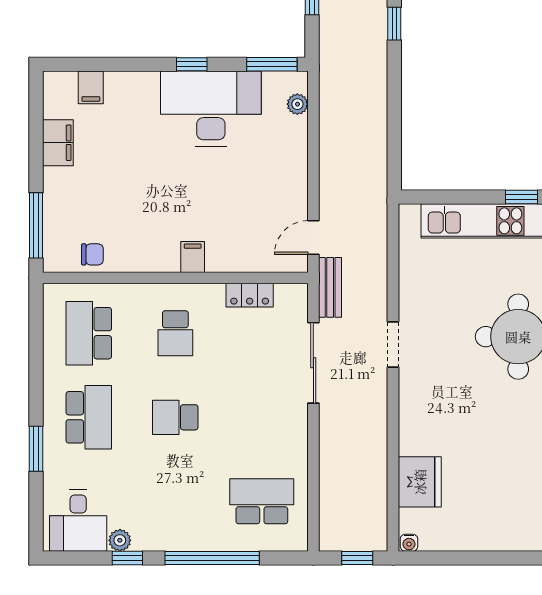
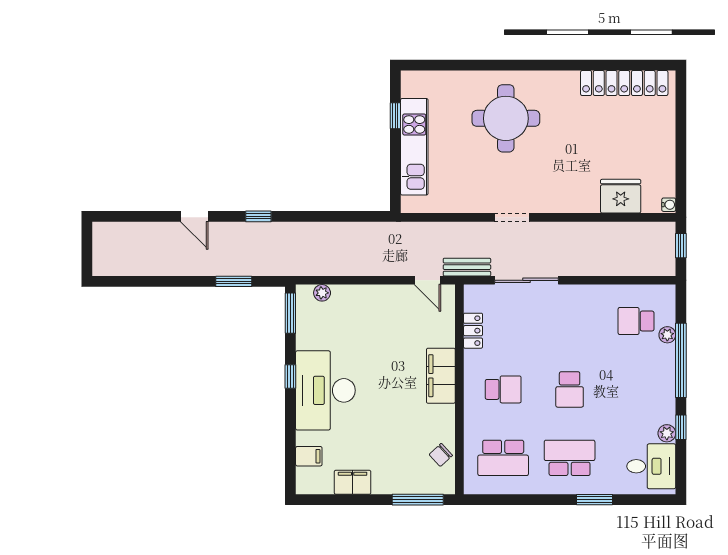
desk: (211, 108) -> (325, 390), moved
chair: (92, 254) -> (441, 455), turned -133
filing cabinet: (193, 257) -> (441, 376), width x3.00, depth x1.17
school desk: (262, 501) -> (636, 321), width x0.54
plant: (244, 541) -> (667, 335), added

